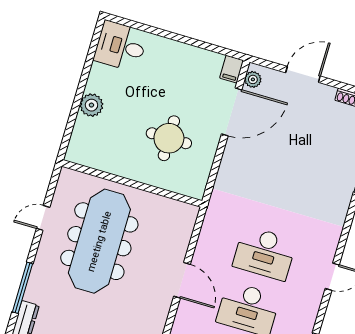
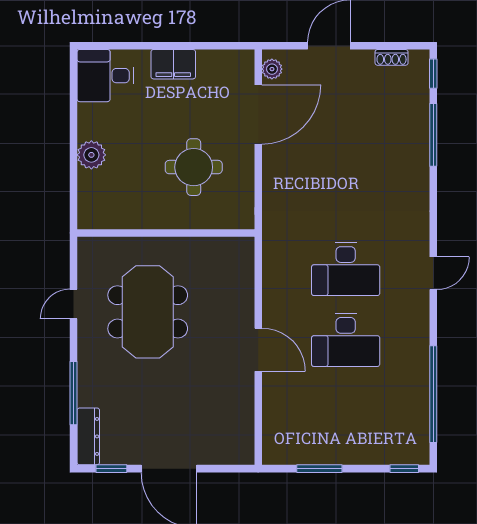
filing cabinet: (232, 69) -> (173, 64), moved, width x2.00
meeting table: (99, 241) -> (148, 312), width x0.73
door: (182, 280) -> (258, 350), moved

